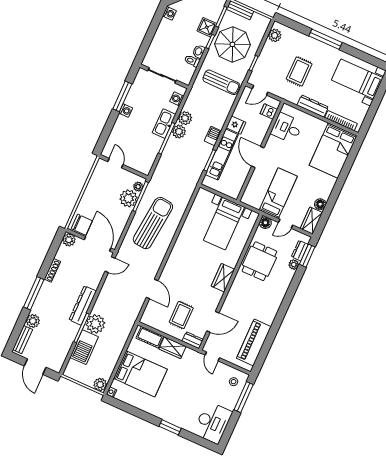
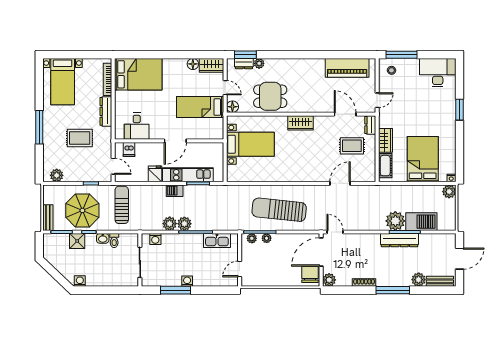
kitchen sink: (164, 124) -> (217, 241), moved
plant: (128, 198) -> (267, 238), width x0.53, depth x0.53
dresser: (83, 305) -> (400, 240), moved

